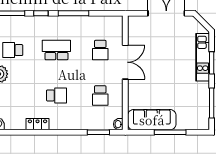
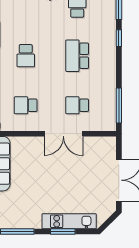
window: (74, 13) -> (119, 106), moved
school desk: (56, 50) -> (77, 56), turned 180

